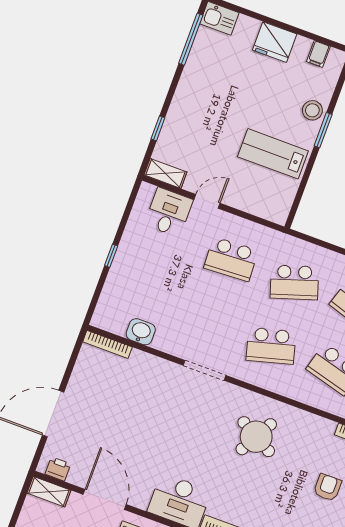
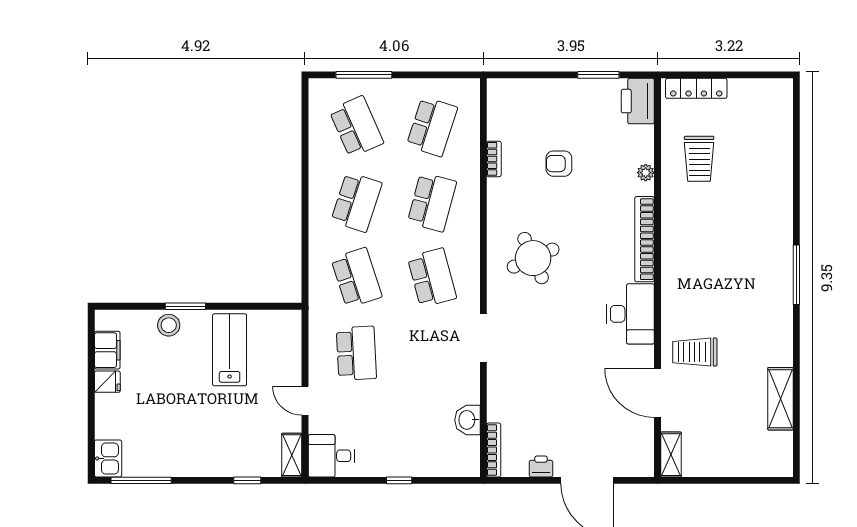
fridge: (275, 42) -> (107, 382), width x0.53, depth x0.75
filing cabinet: (318, 54) -> (107, 350), width x2.00
lab bench: (273, 154) -> (230, 350), turned 180
desk: (169, 212) -> (331, 456), moved
round table: (256, 437) -> (533, 258), turned 37
printer: (58, 469) -> (541, 467), moved, turned 90
door: (105, 499) -> (658, 393), hinge flipped

